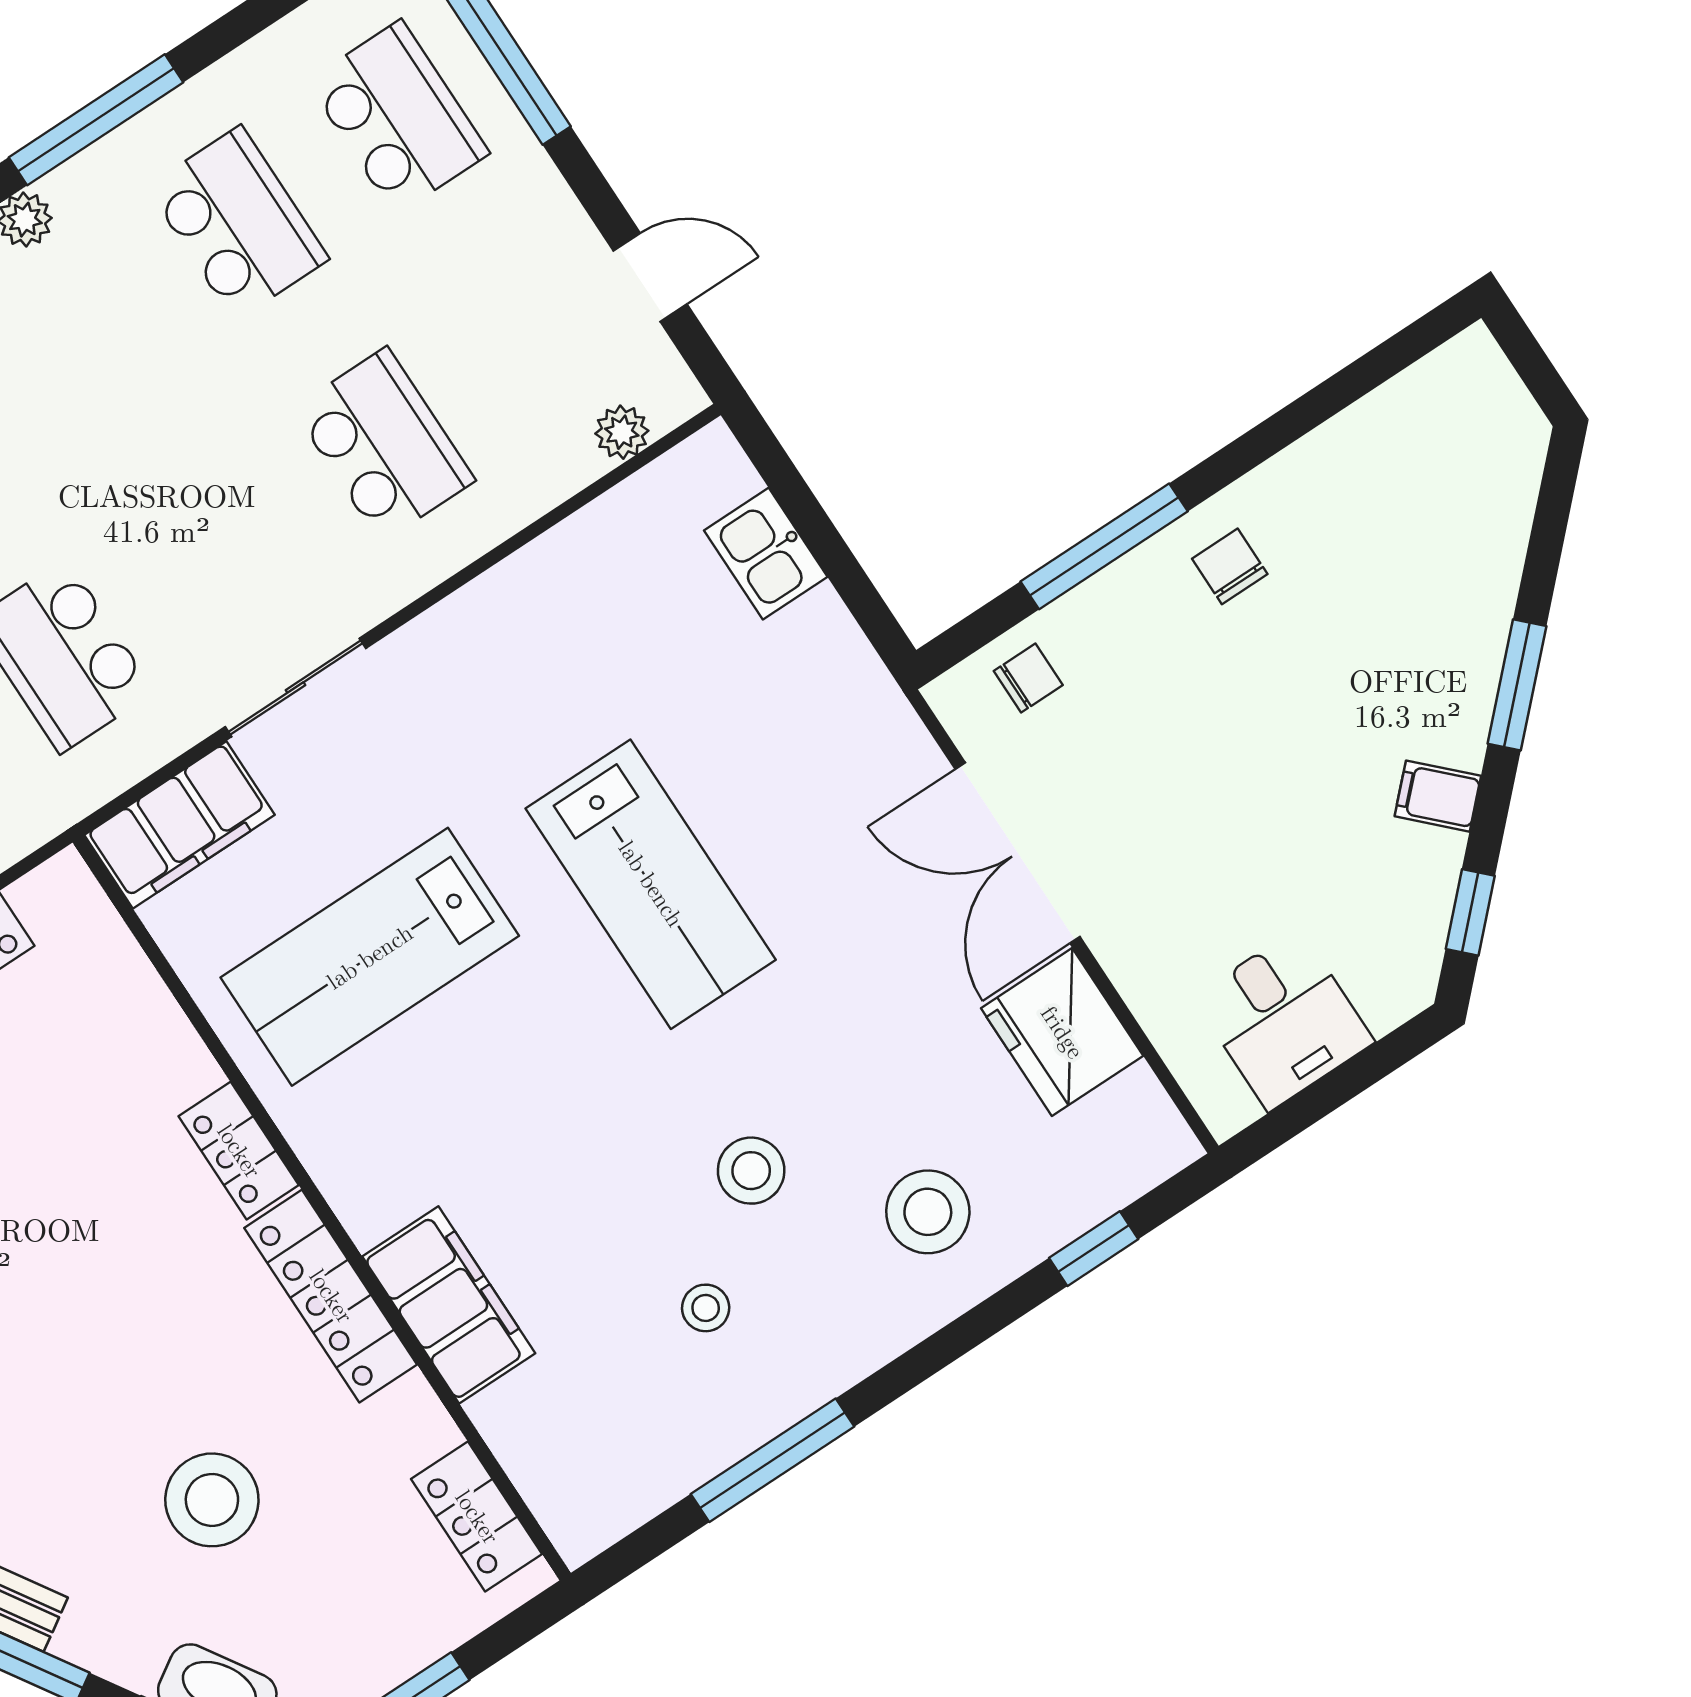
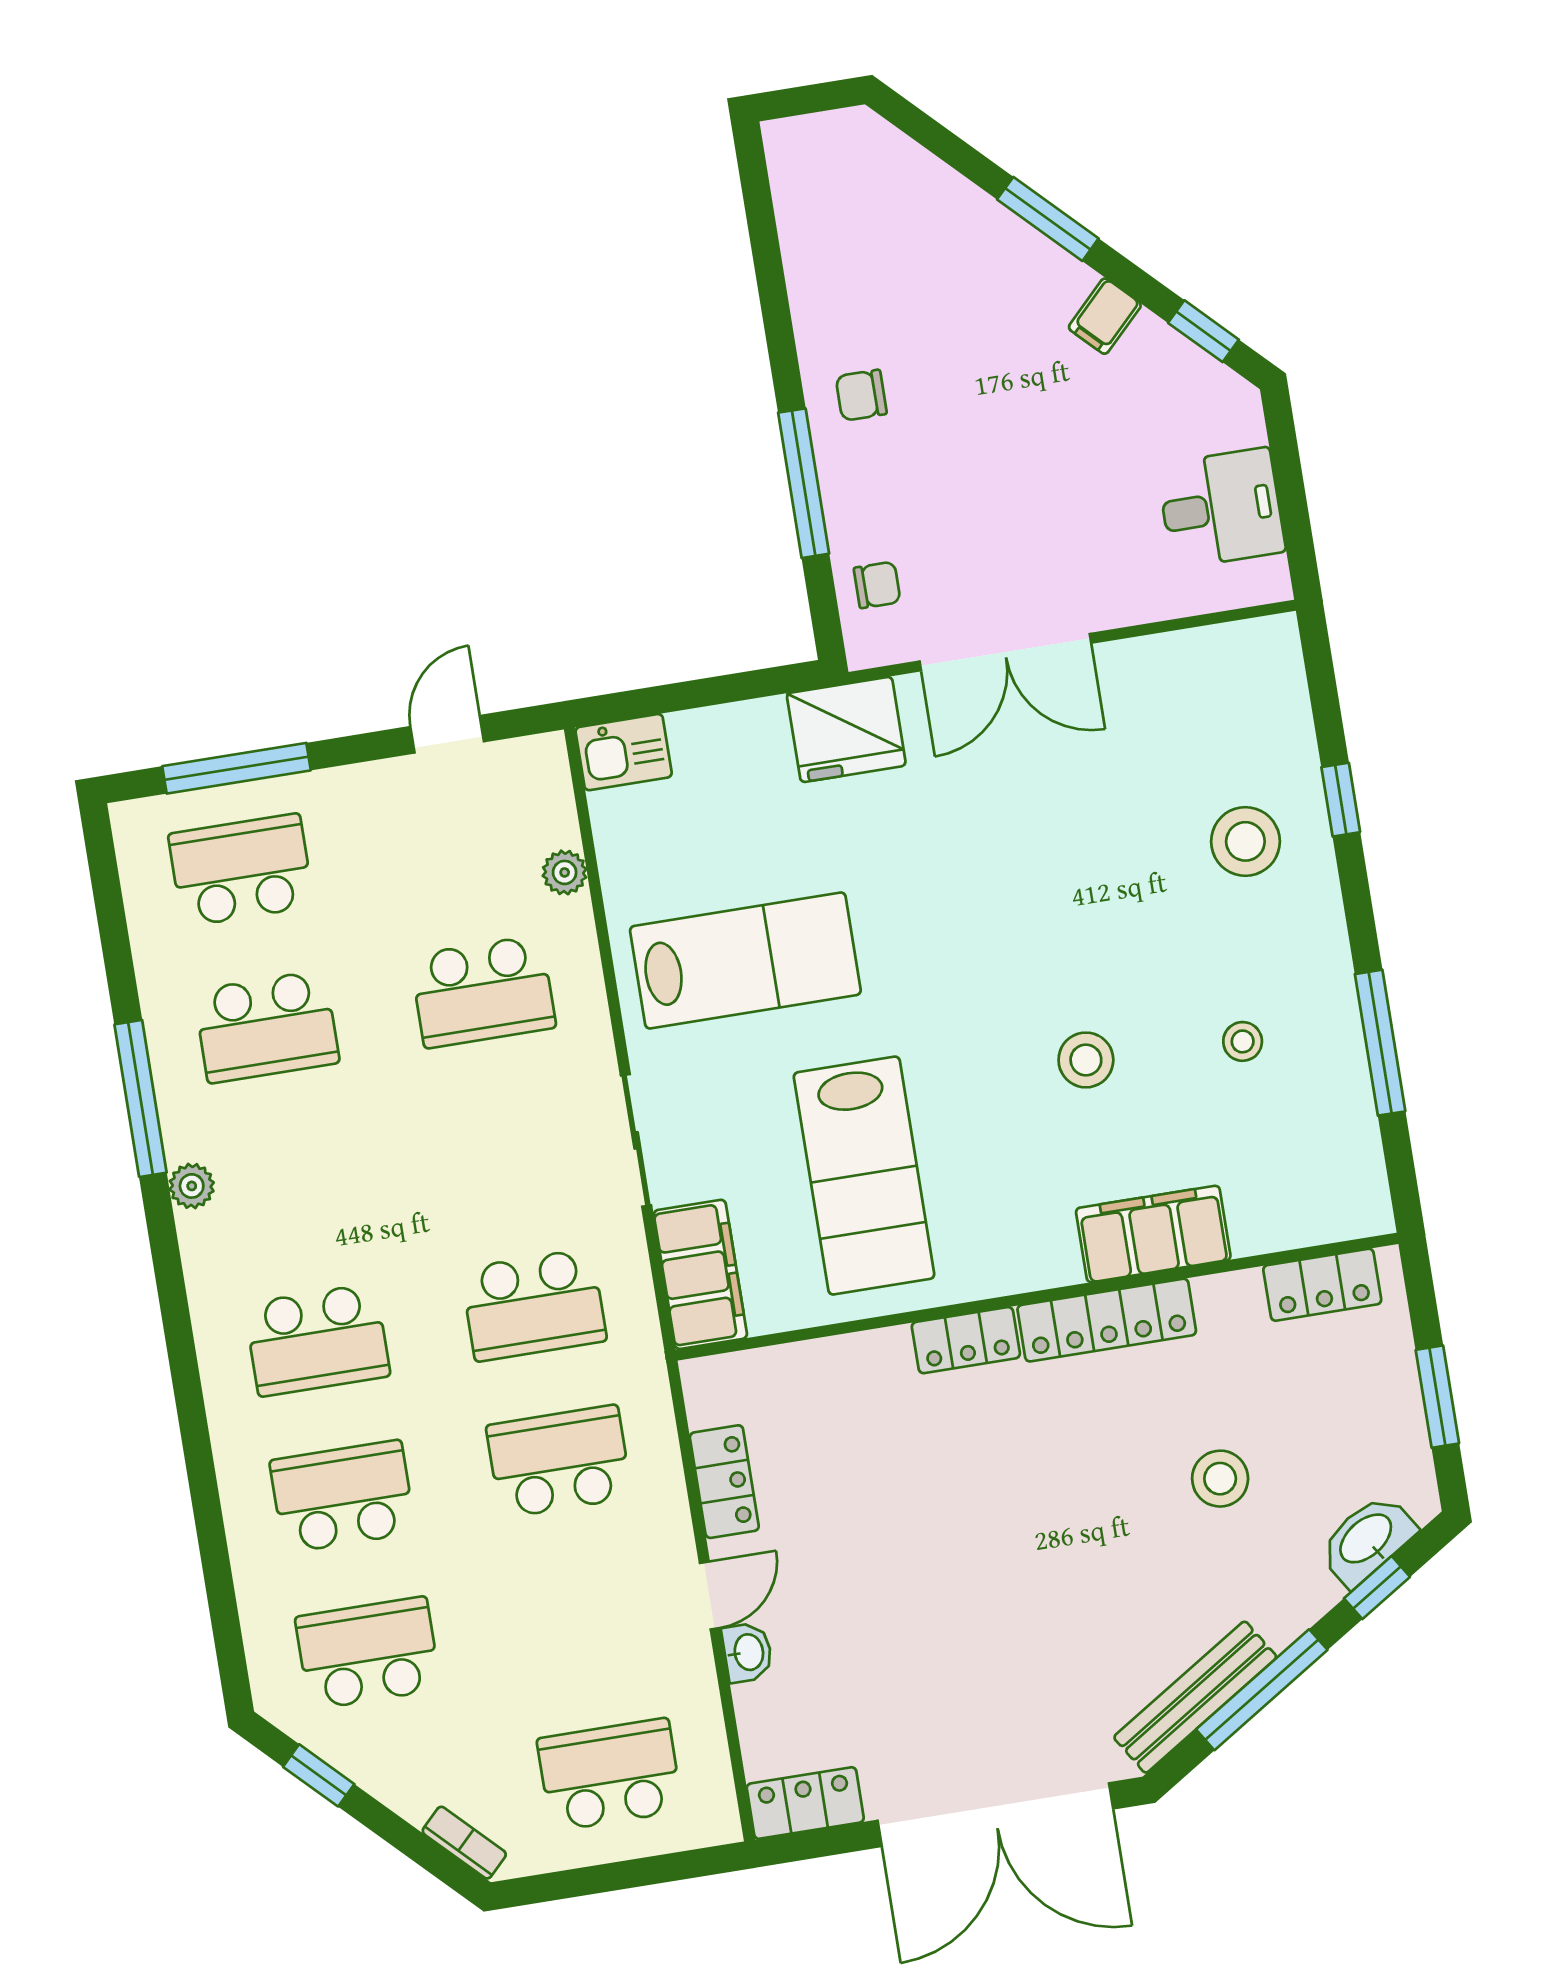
school desk: (238, 223) -> (266, 1027), turned 180
plant: (622, 432) -> (565, 872), moved
school desk: (384, 445) -> (483, 992), turned 180
kitchen sink: (766, 554) -> (624, 752), moved
chair: (1028, 678) -> (877, 585), turned 90
lab bench: (651, 884) -> (745, 960), moved
fridge: (1062, 1032) -> (846, 729), moved
stool: (751, 1171) -> (1086, 1060), moved
window: (1094, 1249) -> (1341, 800), moved
stool: (212, 1500) -> (1220, 1479), width x0.73, depth x0.73

